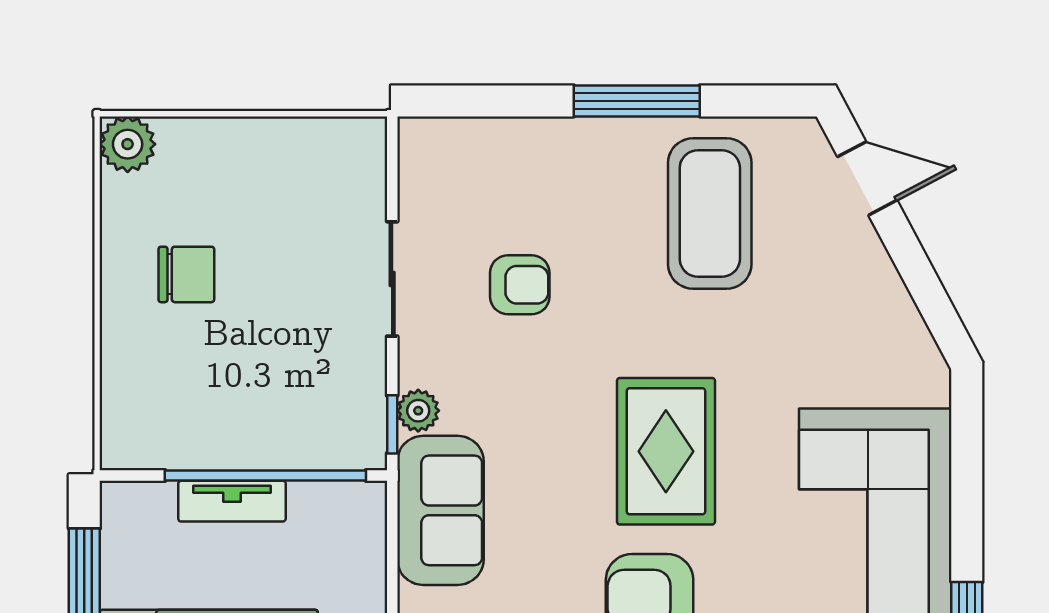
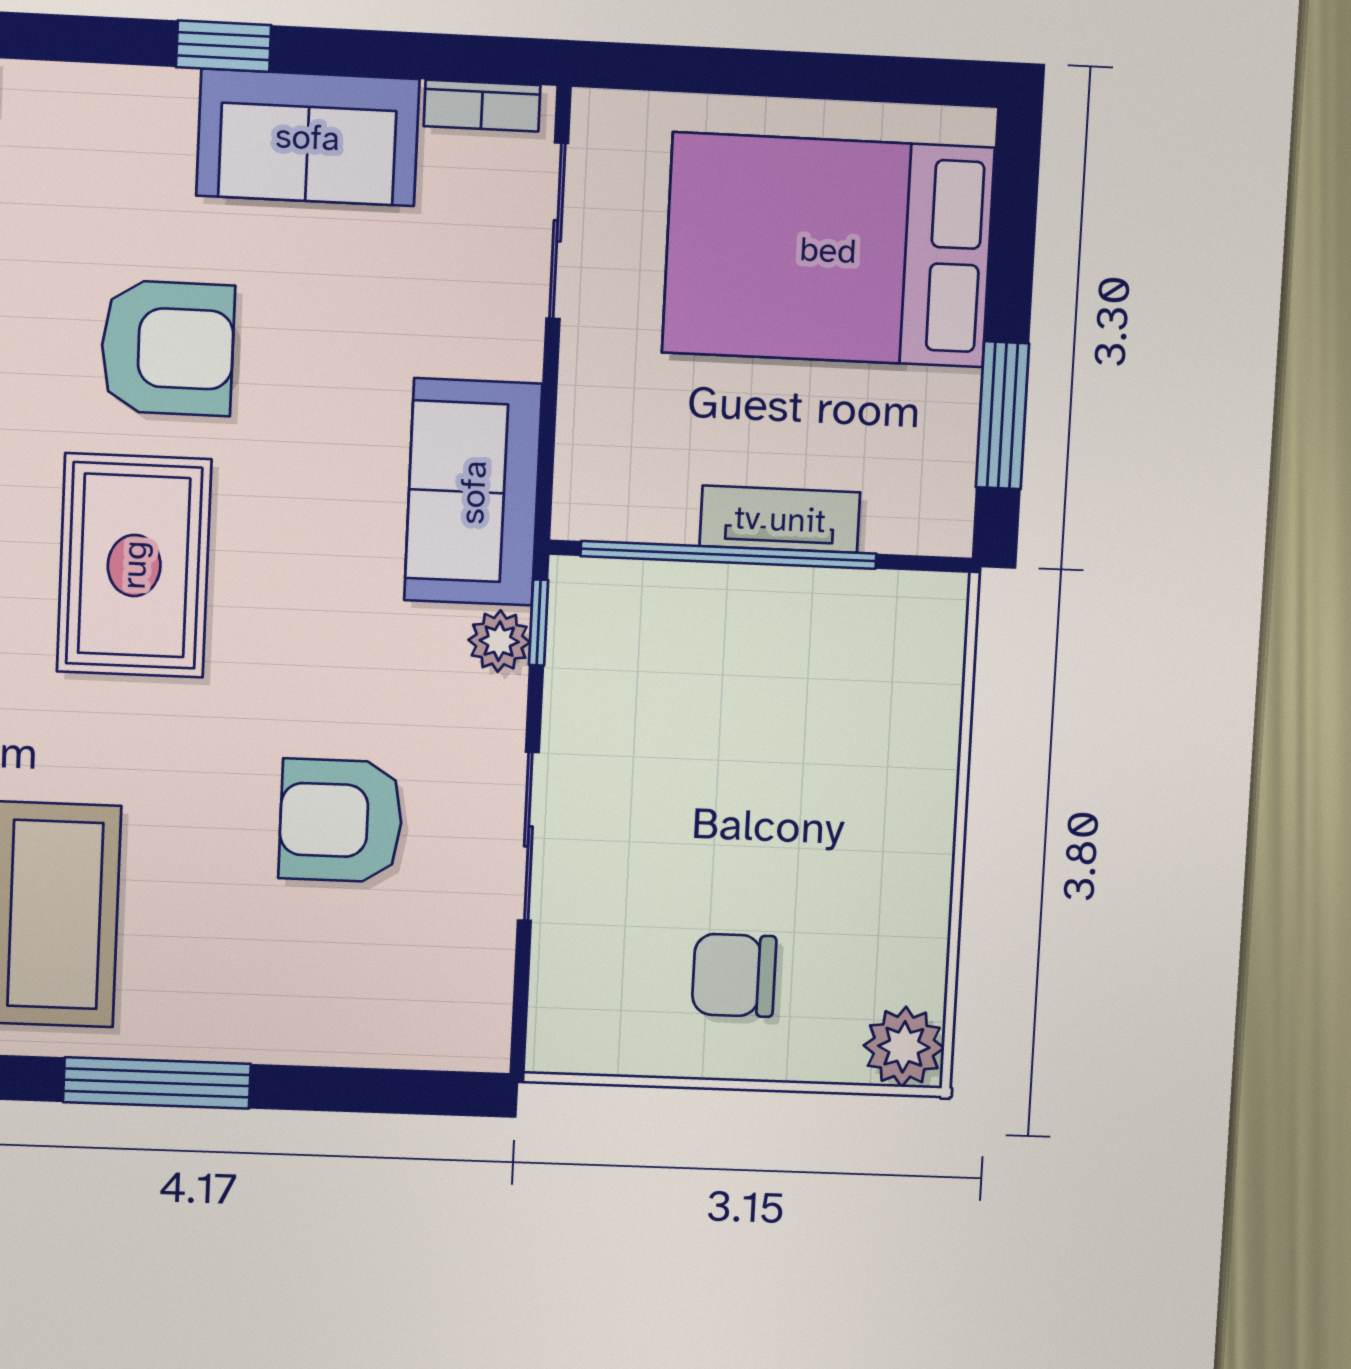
chair: (186, 274) -> (734, 975), moved
armchair: (520, 285) -> (341, 821), width x1.38, depth x1.38

